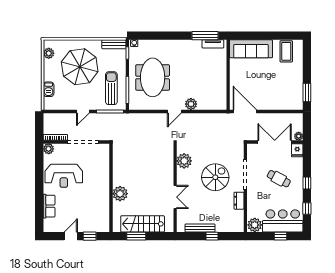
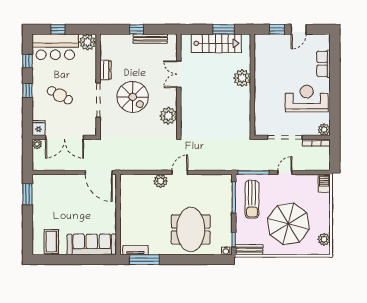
meeting table: (153, 77) -> (191, 229), moved
barbecue: (49, 89) -> (324, 184), moved
spiral stairs: (215, 177) -> (133, 97), turned -90

